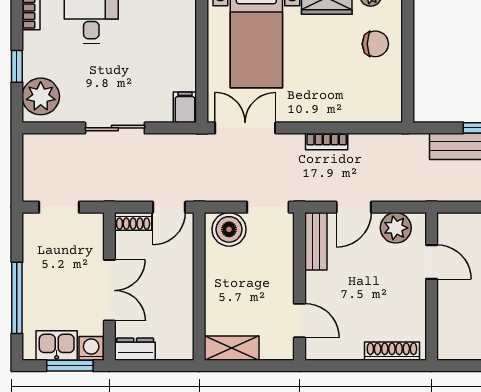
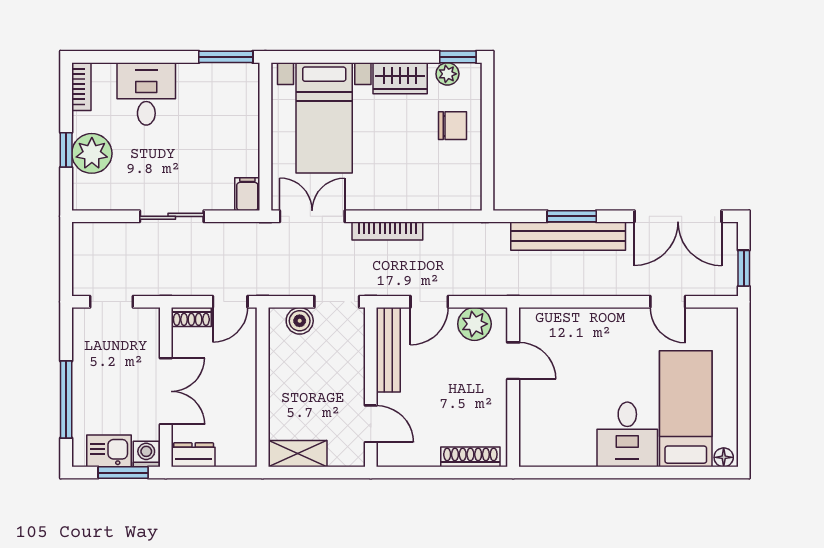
plant: (41, 96) -> (92, 153), moved
bookcase: (327, 142) -> (387, 231), width x1.56
boiler: (229, 229) -> (300, 321), width x0.73, depth x0.73
bench: (316, 241) -> (388, 350), width x1.36

